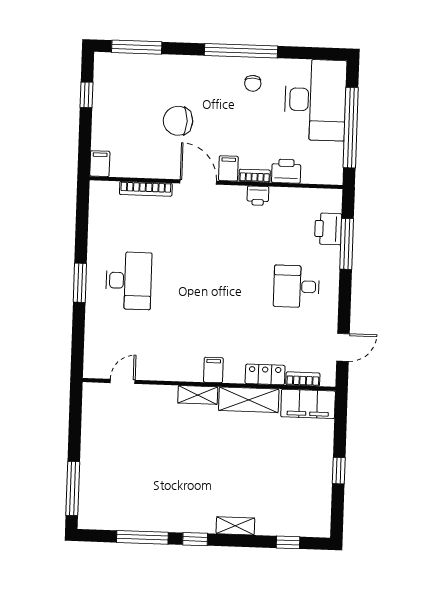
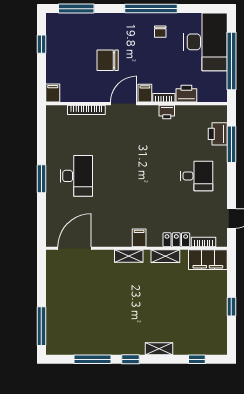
door: (198, 182) -> (124, 104), hinge flipped
desk: (296, 286) -> (197, 176), turned 180
door: (123, 381) -> (75, 248), width x1.87
shelving: (249, 400) -> (165, 256), width x0.67, depth x0.75

